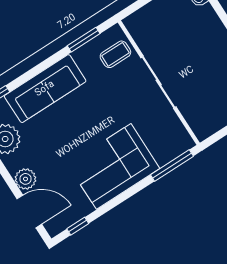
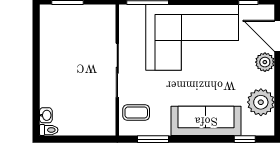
corner sofa: (114, 166) -> (192, 37), width x1.36, depth x1.36

